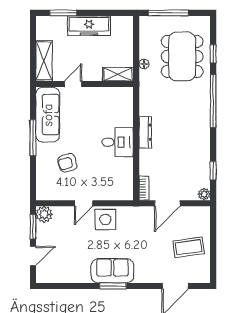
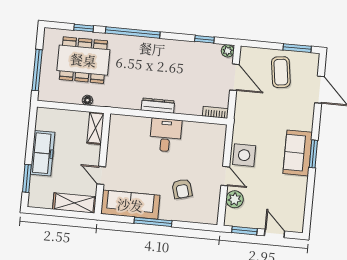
door: (167, 203) -> (234, 77), moved
plant: (44, 214) -> (235, 199), moved
window: (213, 261) -> (297, 48), added

